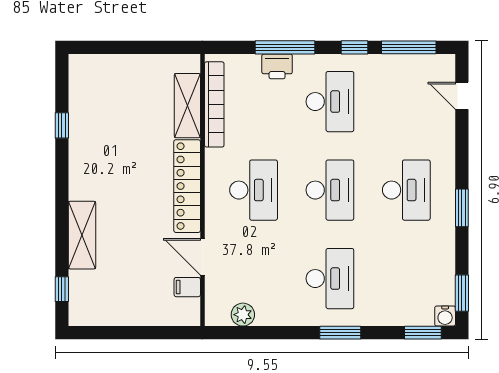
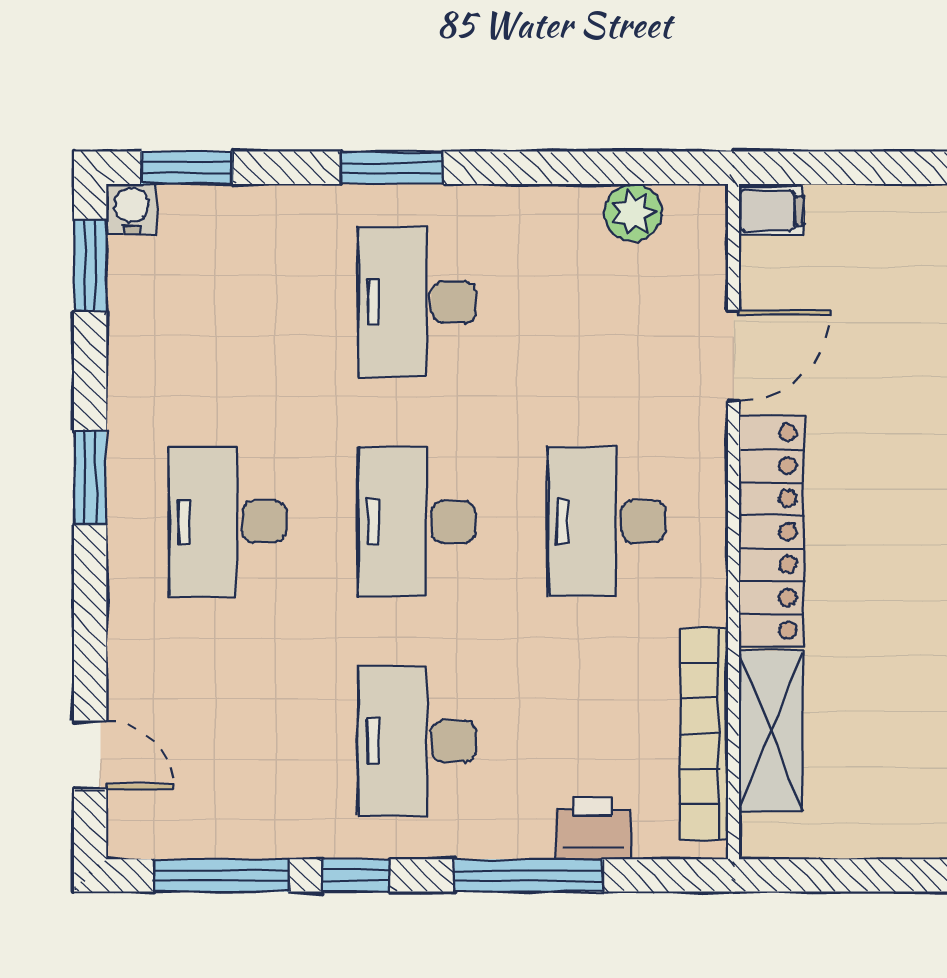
printer: (277, 66) -> (593, 828), moved
door: (202, 257) -> (733, 356), hinge flipped
filing cabinet: (187, 287) -> (771, 211), moved

